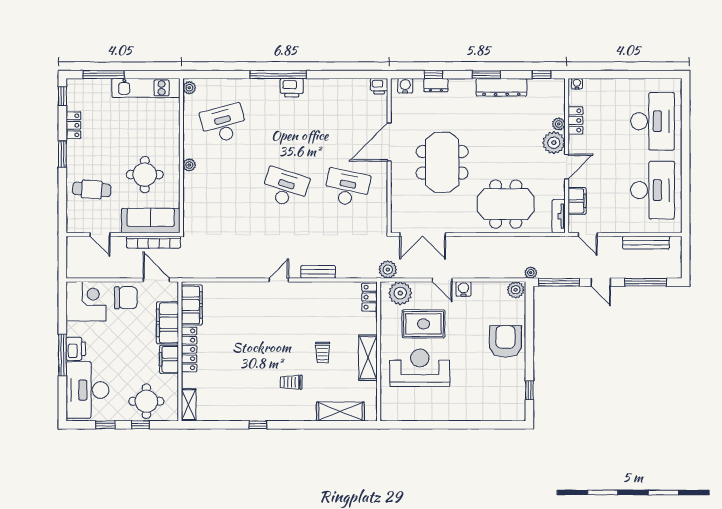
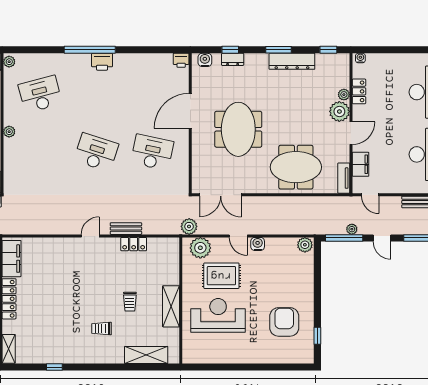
plant: (531, 273) -> (352, 229), moved
locker: (369, 297) -> (134, 244), moved, turned -90
armchair: (506, 341) -> (284, 322), moved
window: (258, 425) -> (54, 367), moved

